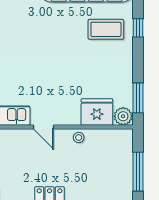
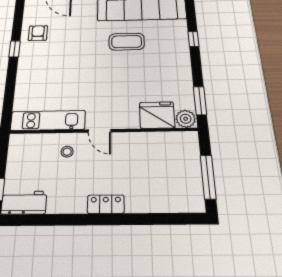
coffee table: (106, 29) -> (127, 42), moved
stool: (79, 137) -> (67, 152), moved

